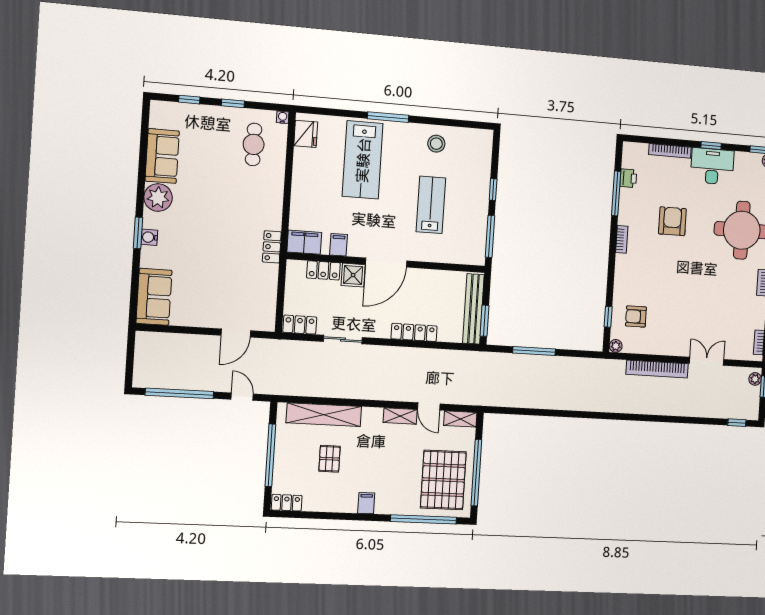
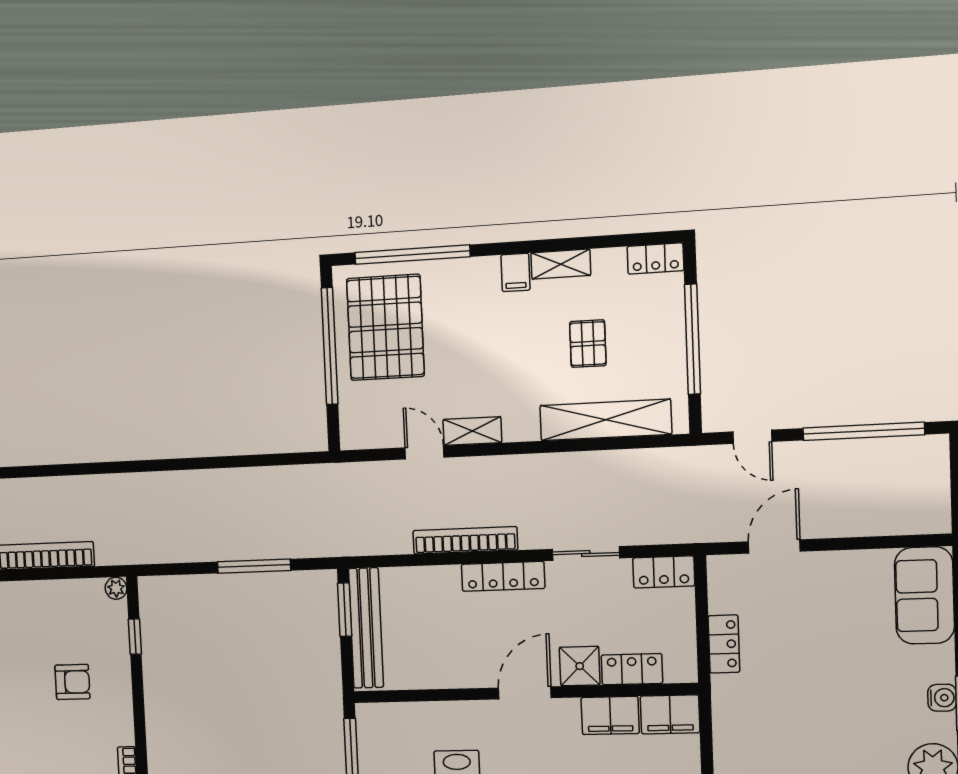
filing cabinet: (339, 245) -> (610, 715), width x2.00
locker: (272, 247) -> (724, 644), moved
door: (386, 263) -> (525, 693), width x0.73
armchair: (636, 316) -> (72, 682), moved
locker: (414, 332) -> (503, 576), moved
bookcase: (411, 354) -> (465, 540), added
shelving: (460, 419) -> (561, 264), moved

